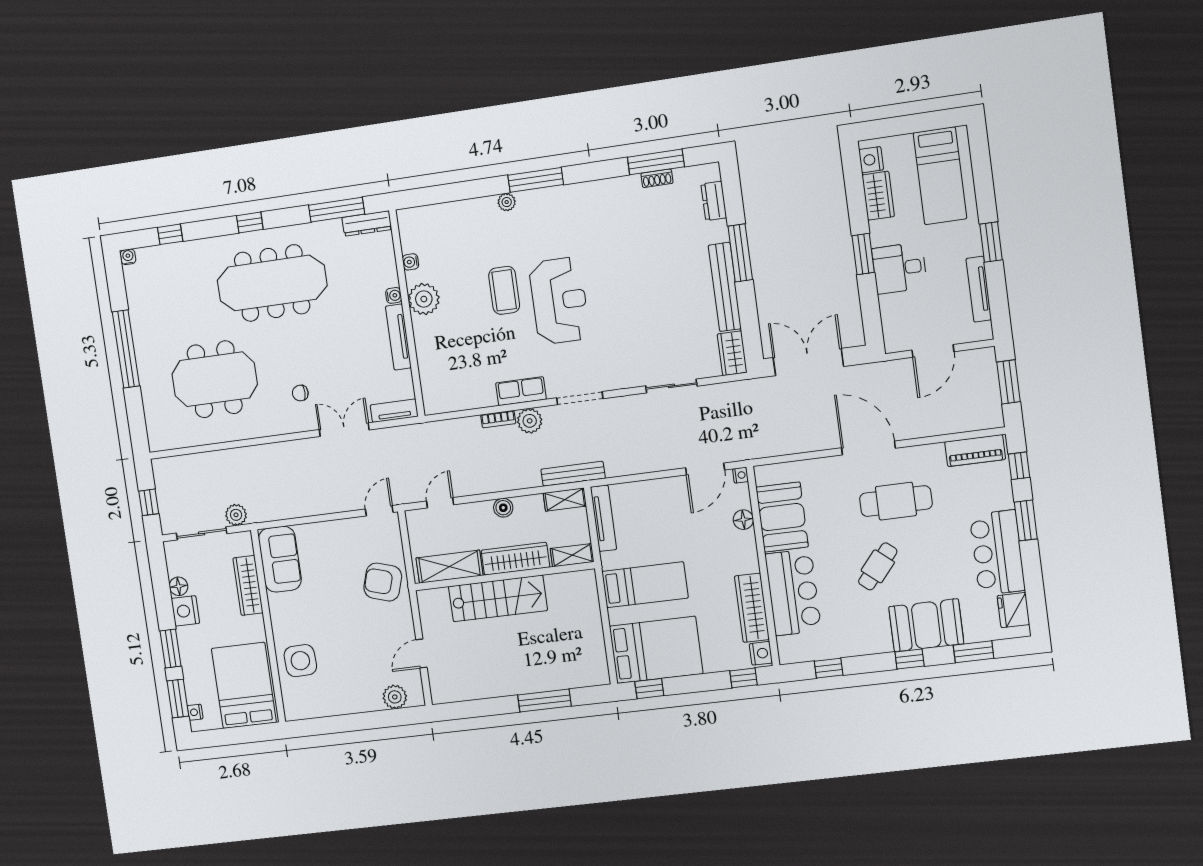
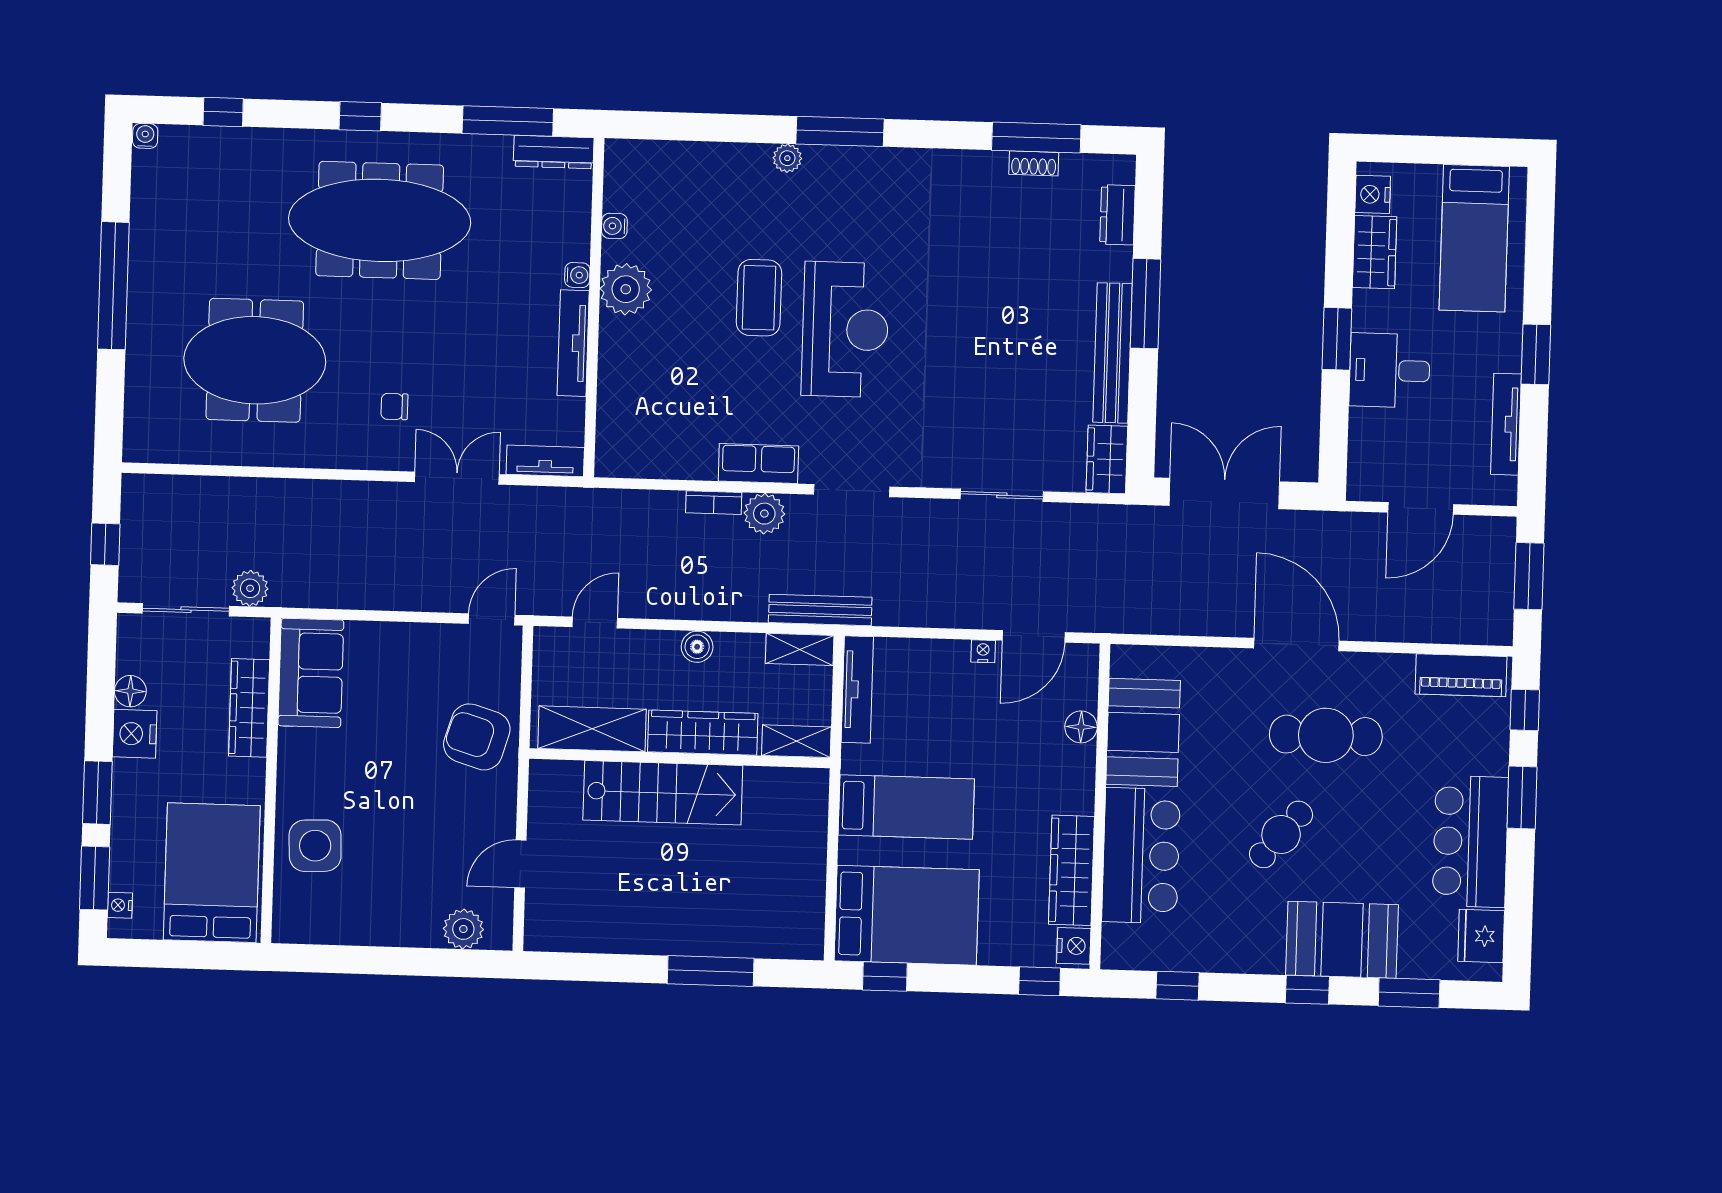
nightstand: (740, 475) -> (983, 651), moved, turned -90

